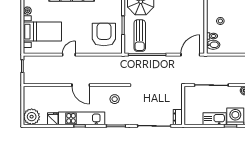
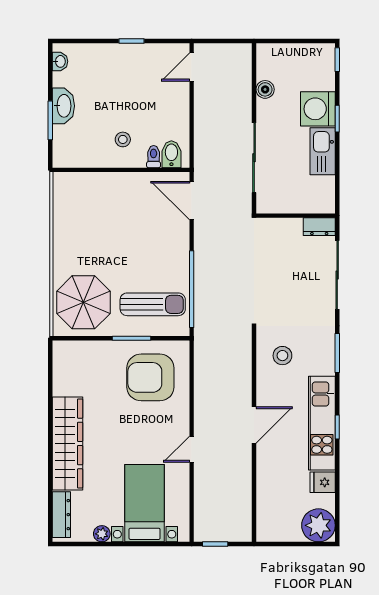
door: (69, 55) -> (192, 449), hinge flipped

